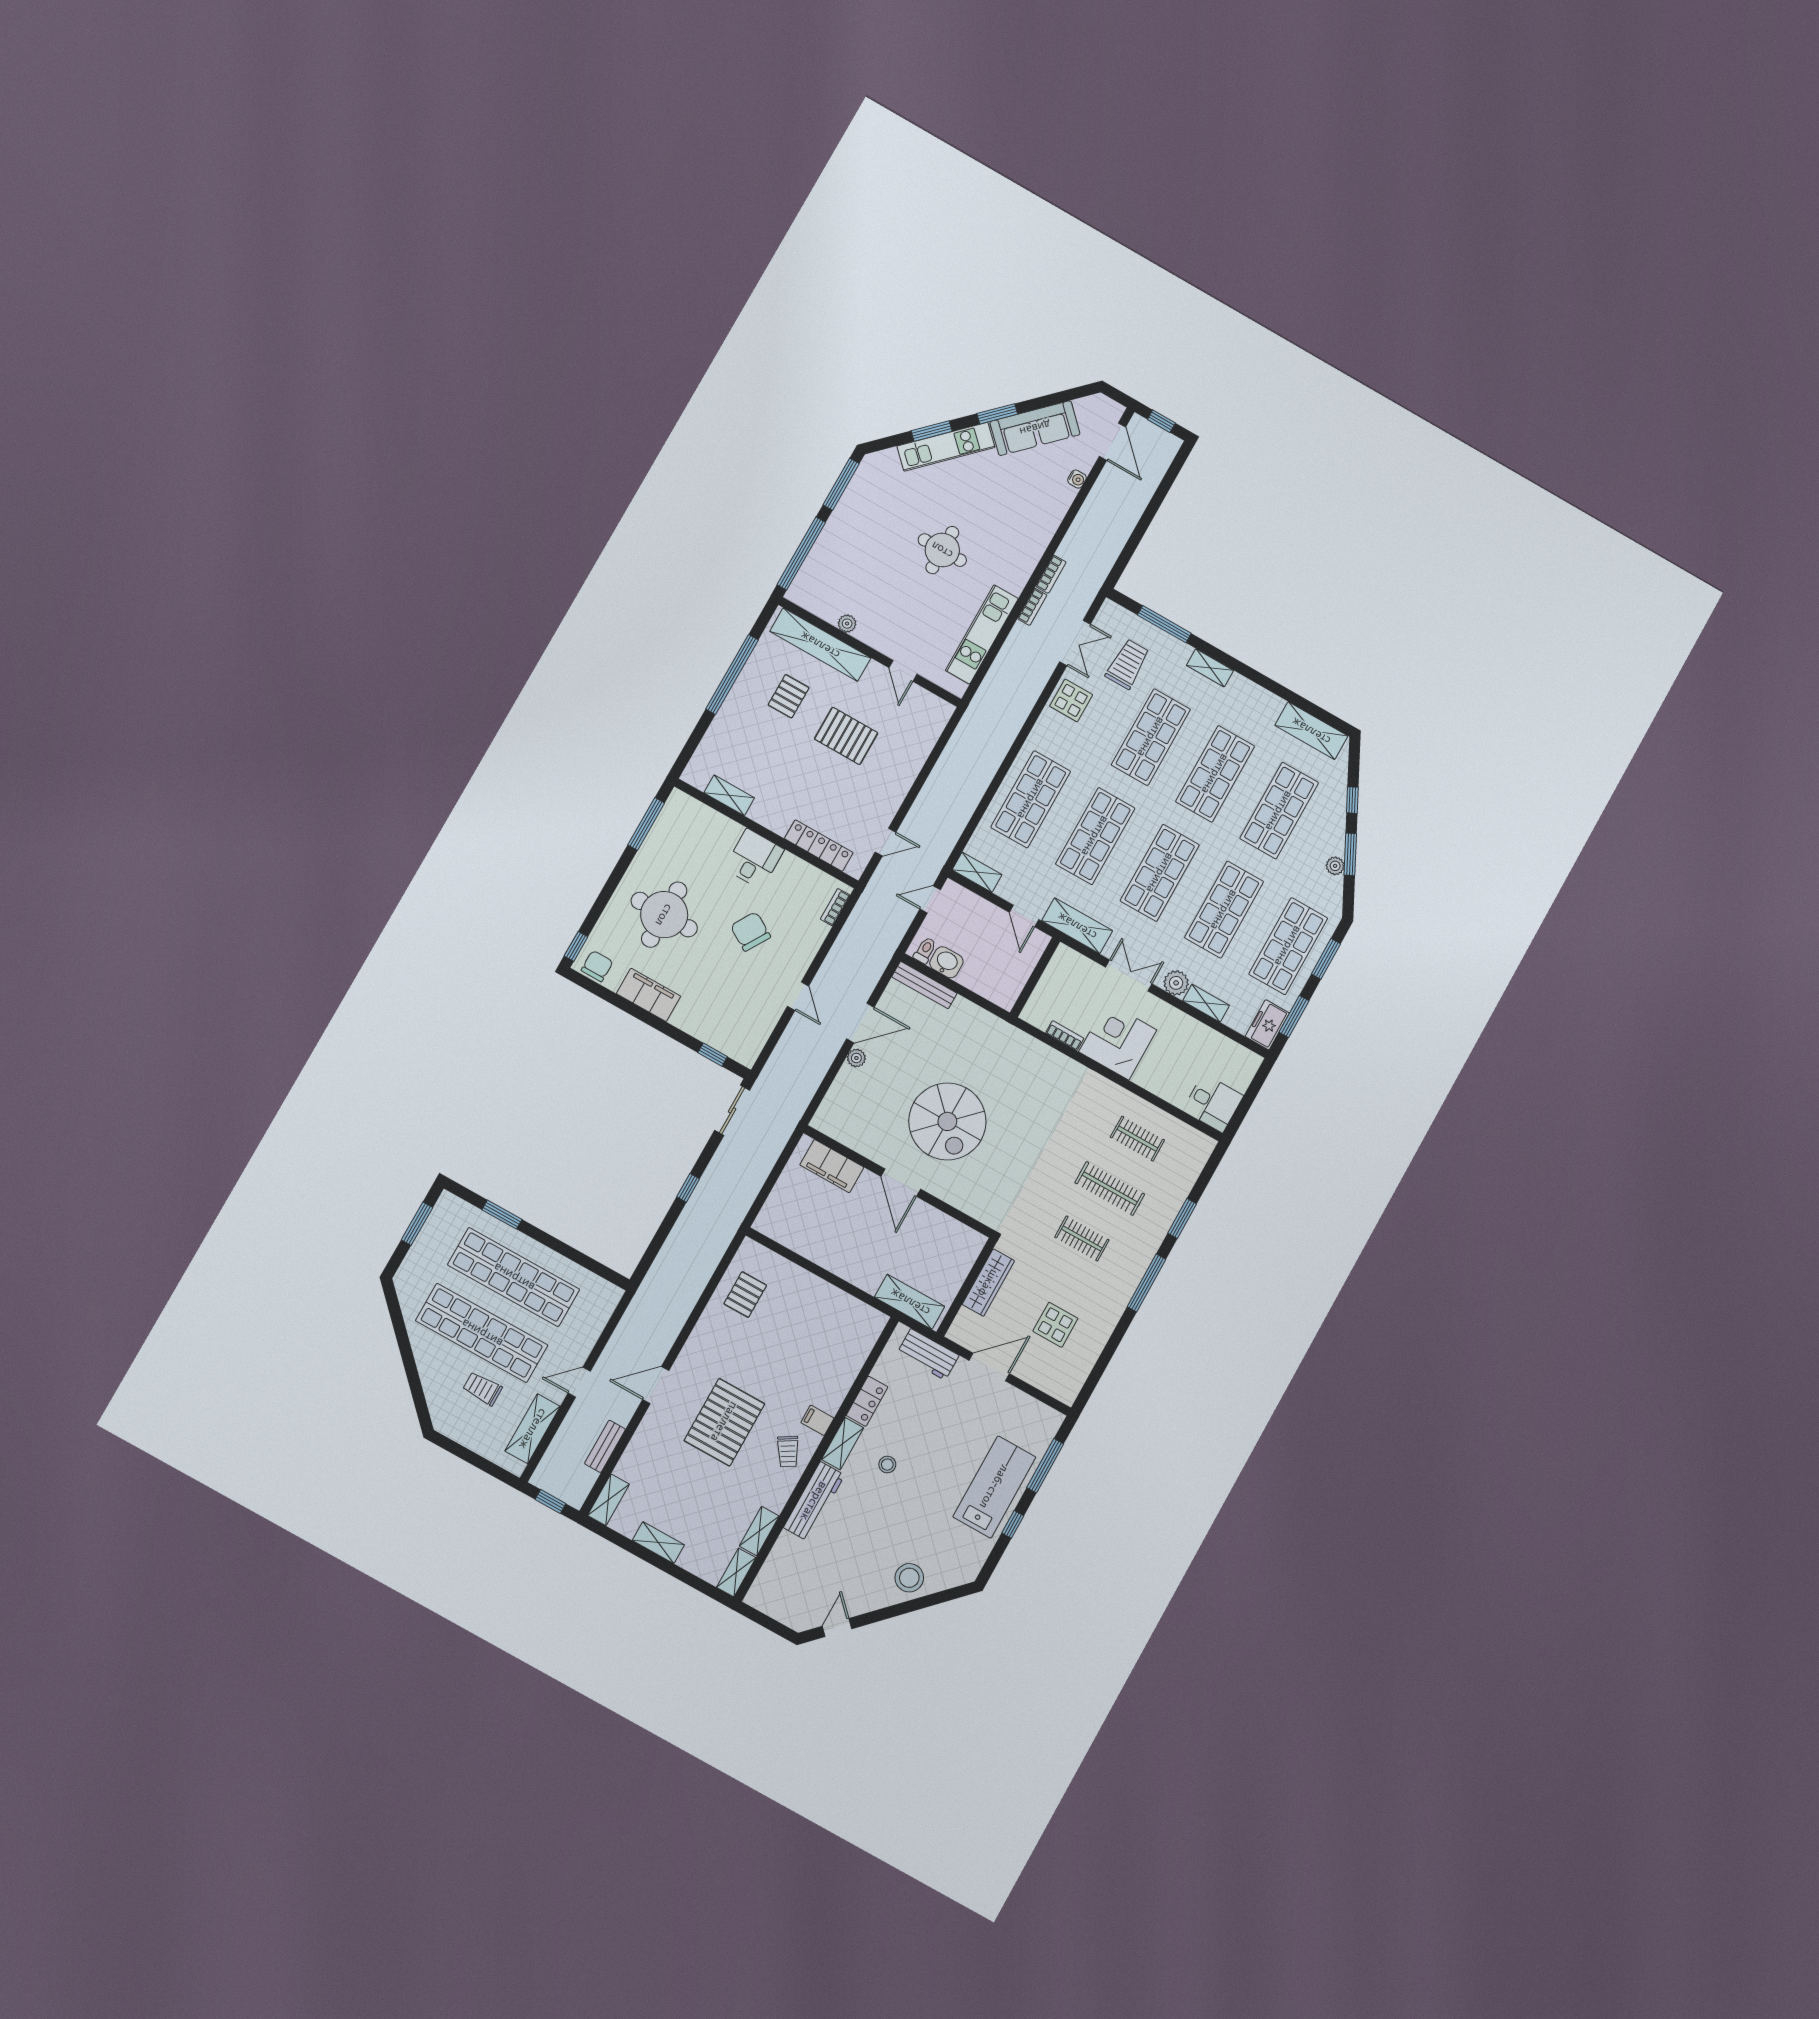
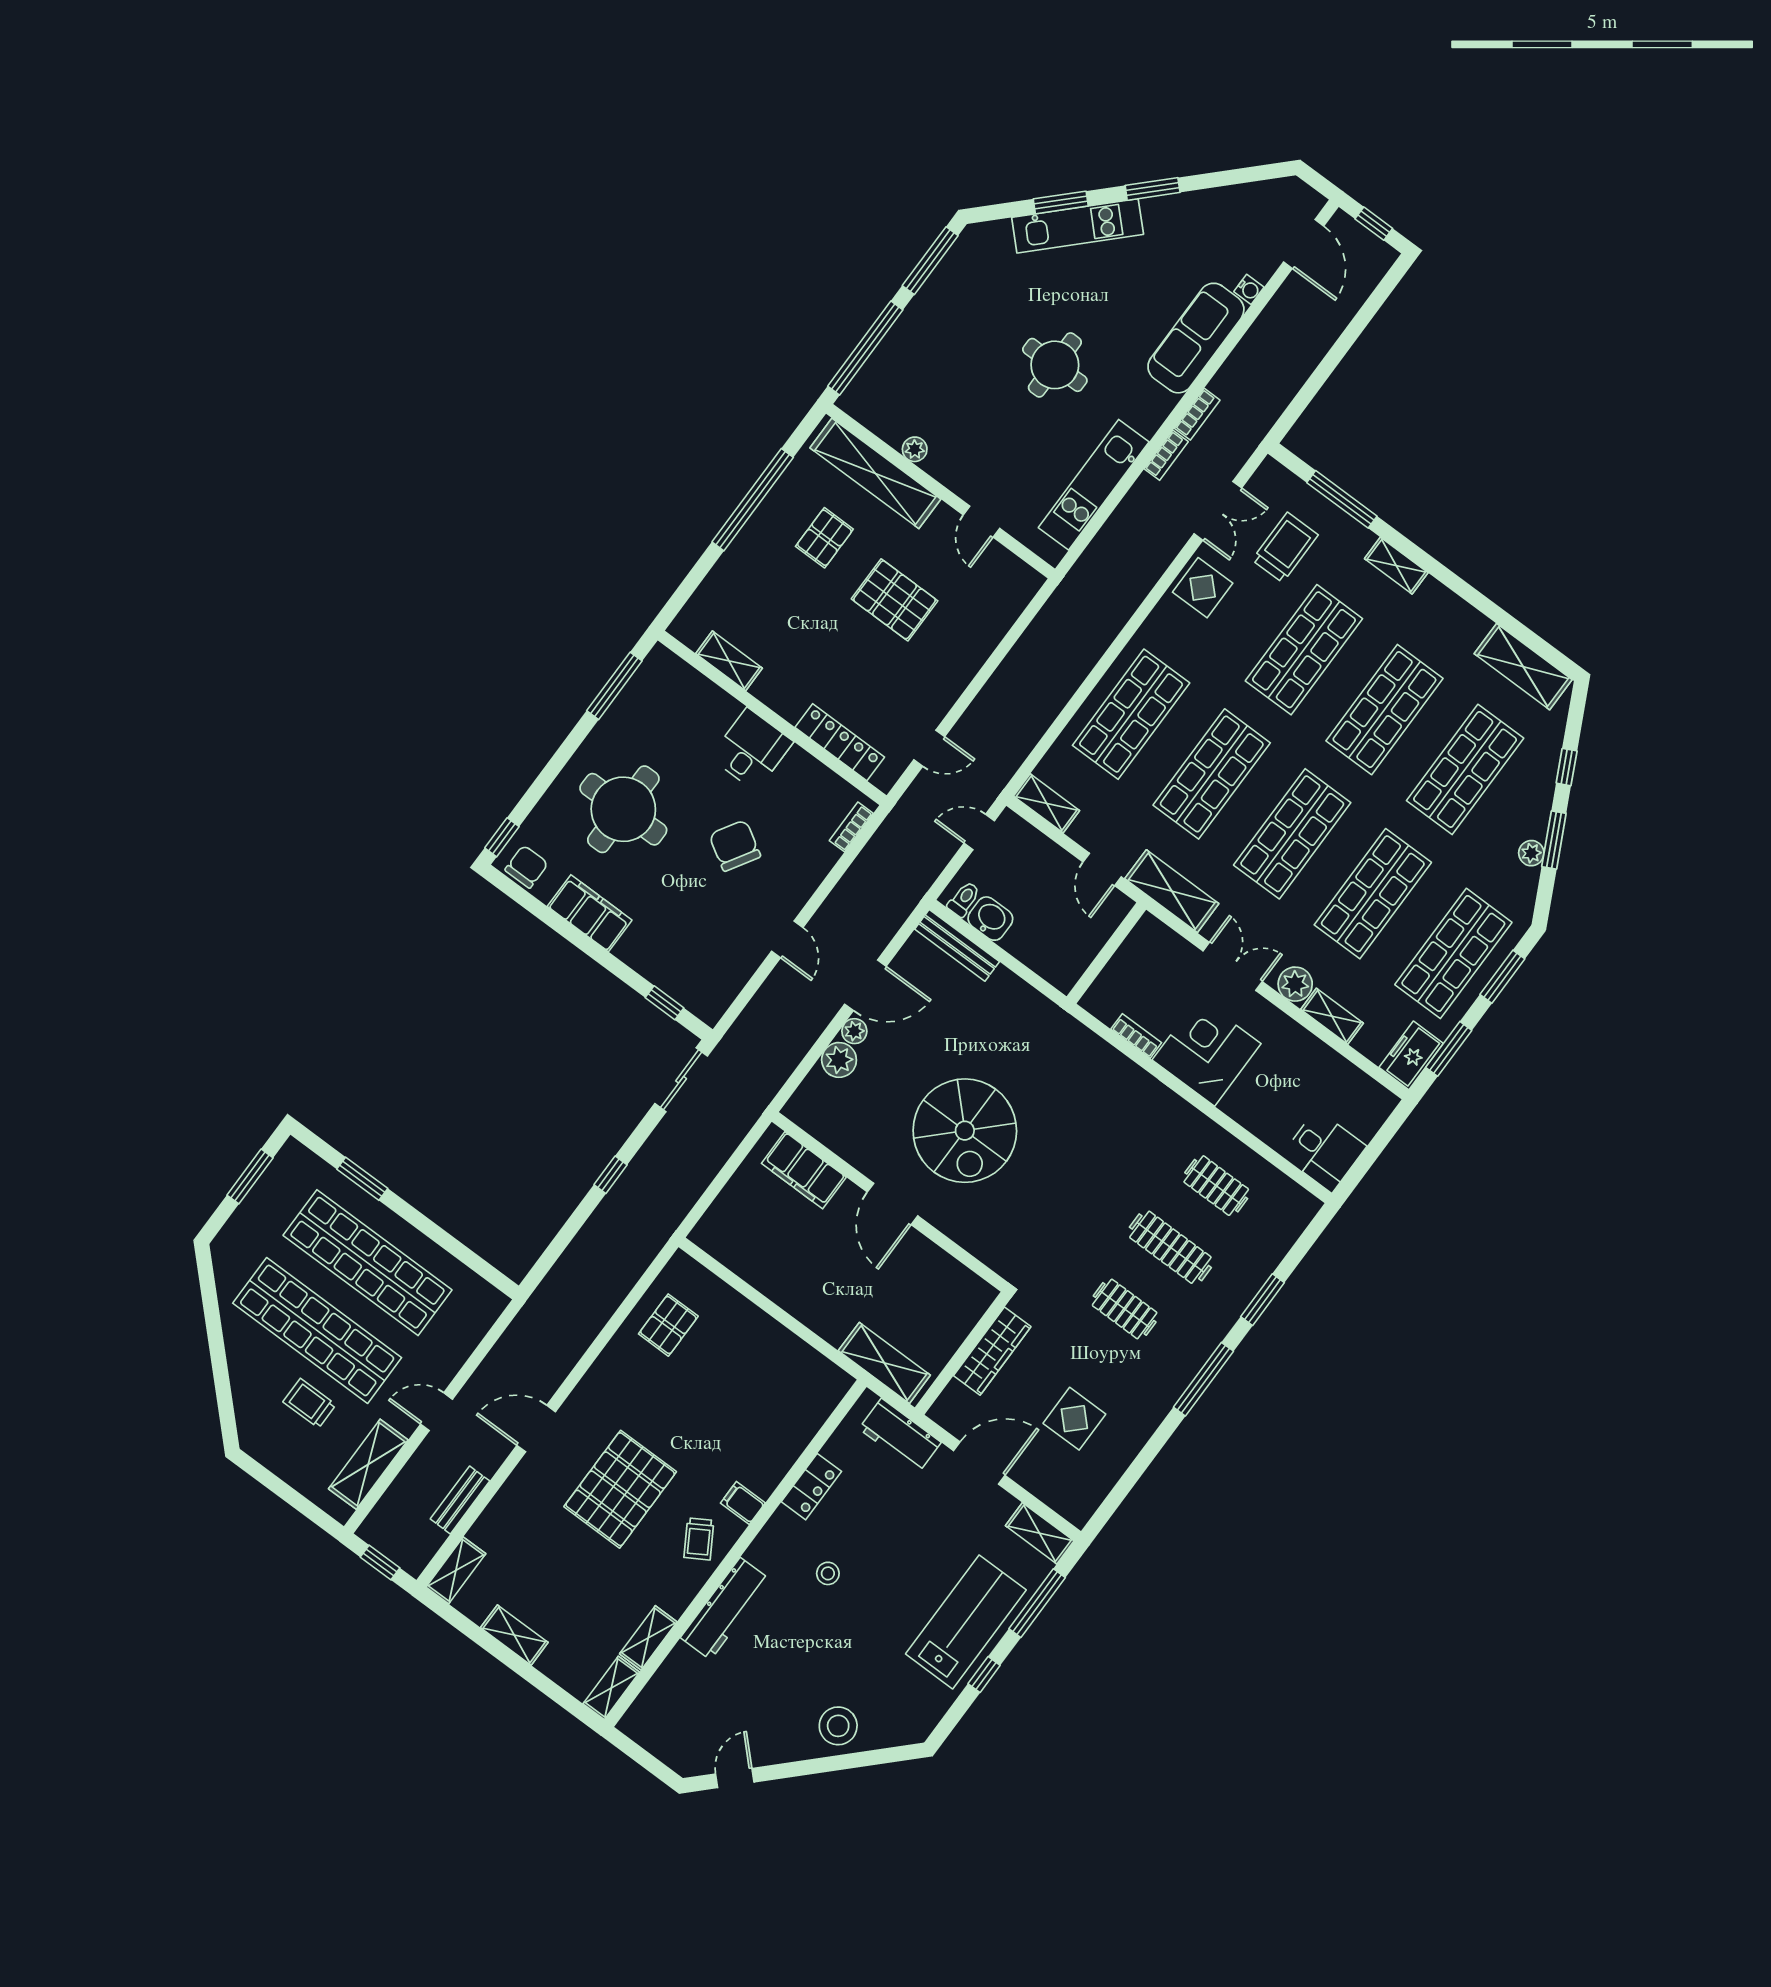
sofa: (1035, 428) -> (1196, 338), moved, turned 135
plant: (848, 1081) -> (839, 1060), added
shelving: (843, 1444) -> (1040, 1533), moved, turned 90

